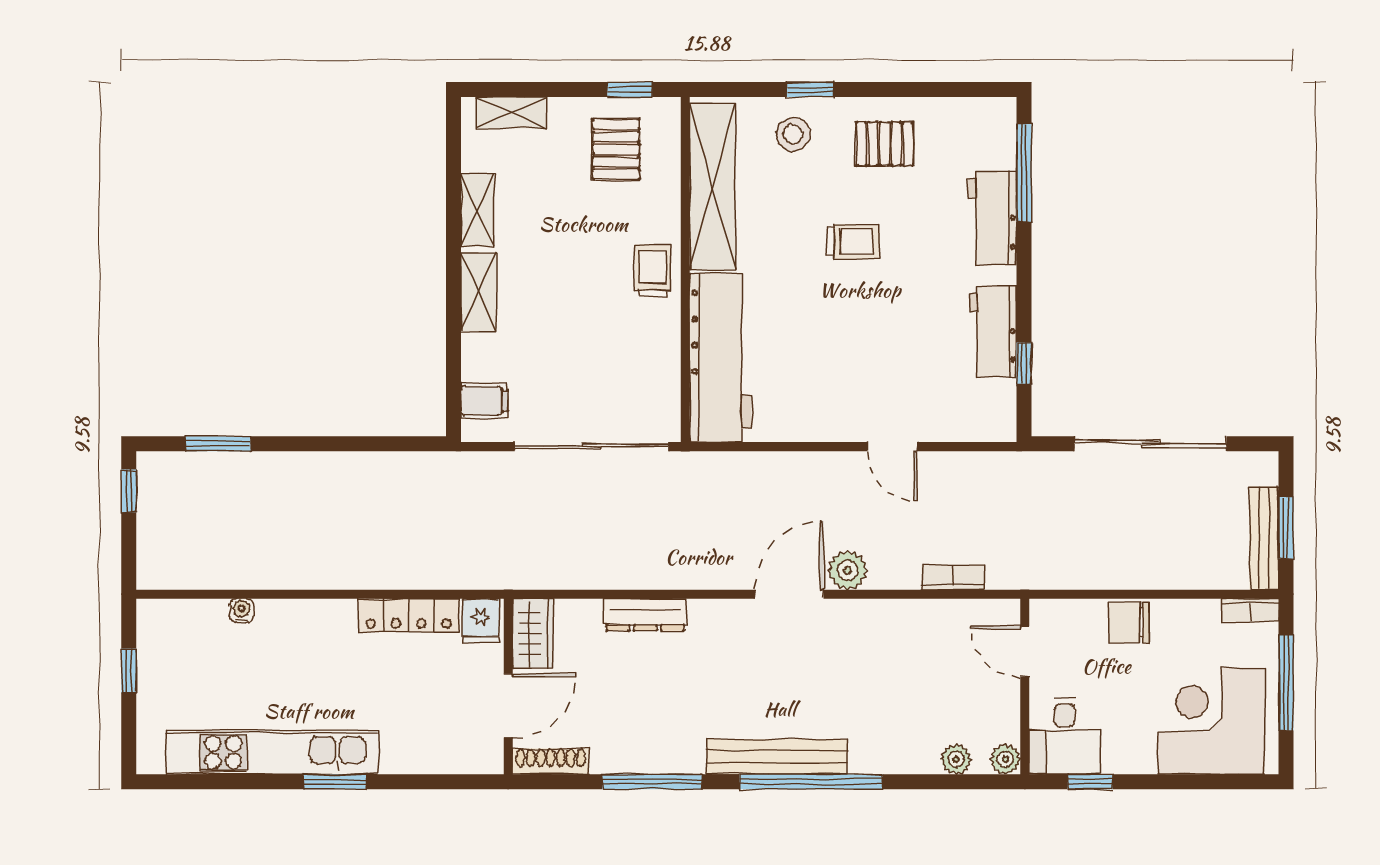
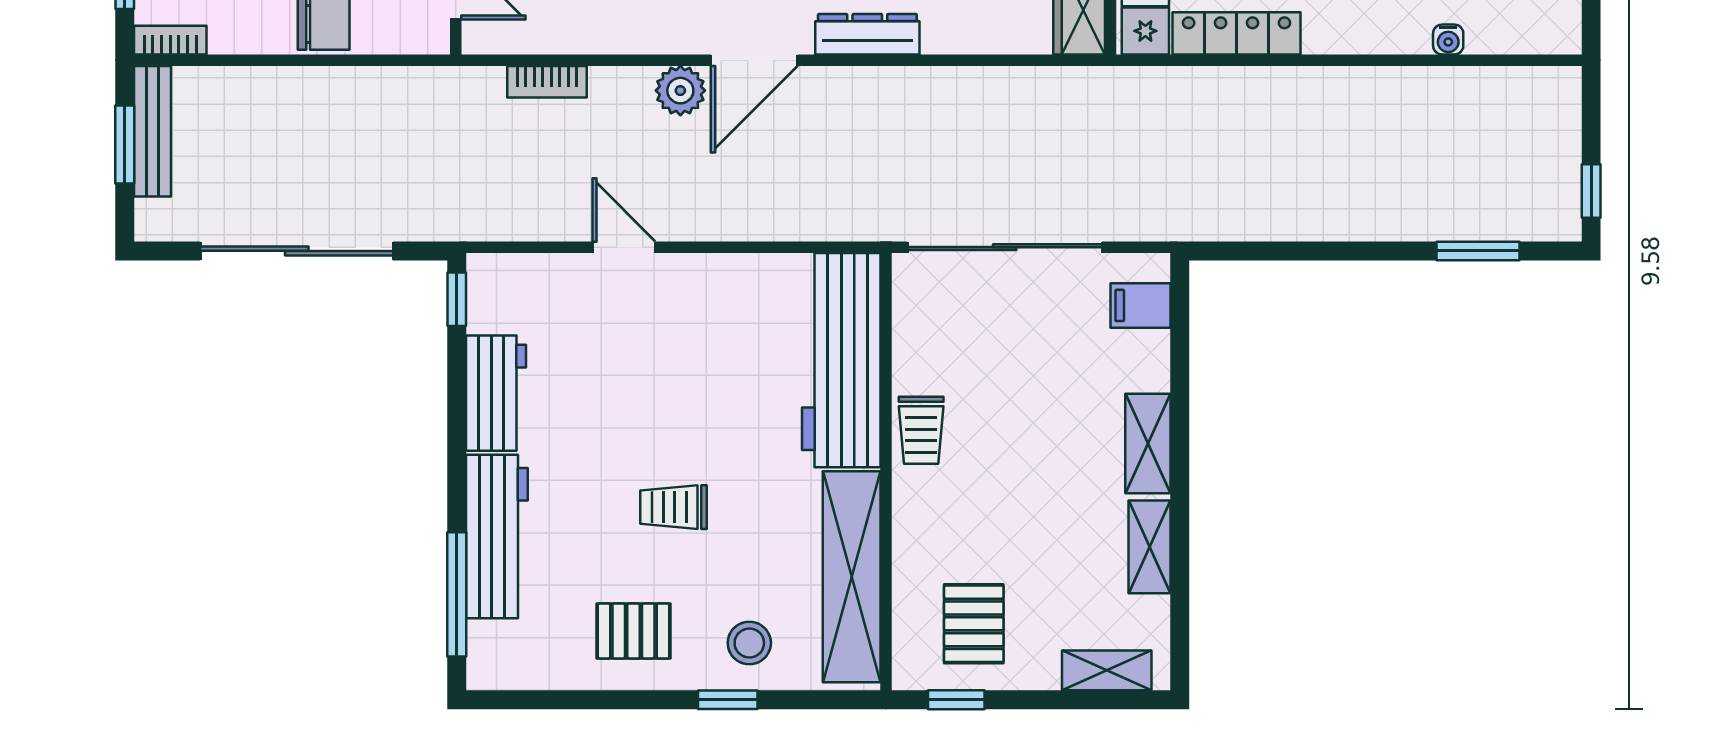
workbench: (992, 218) -> (497, 537), width x1.38
trolley: (653, 271) -> (921, 430), moved
window: (1024, 364) -> (457, 299), moved
dresser: (645, 615) -> (867, 34), moved

